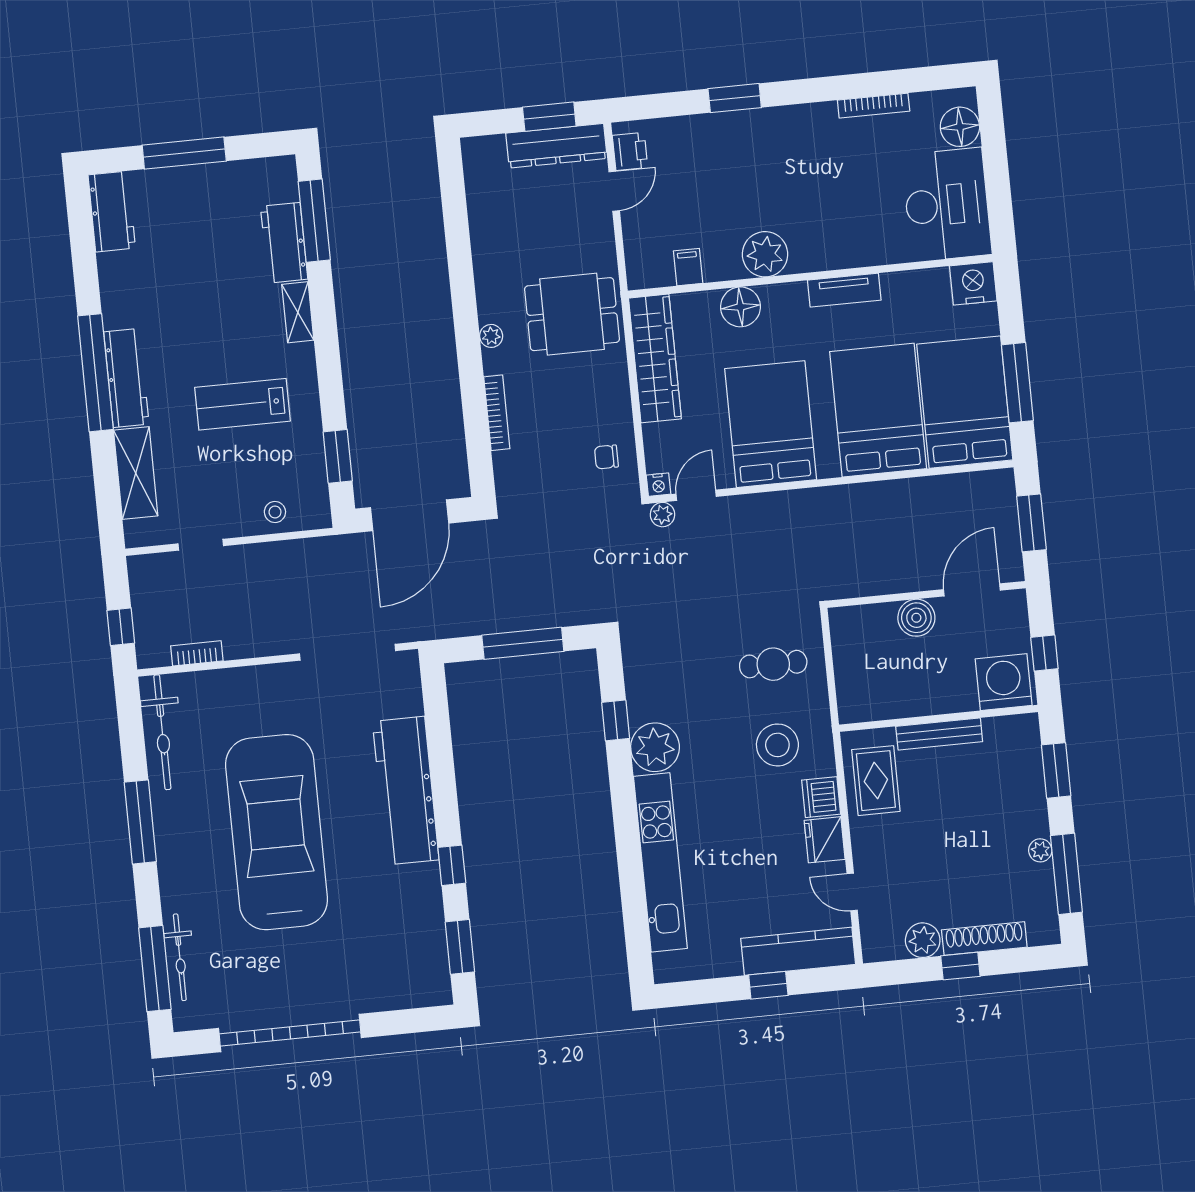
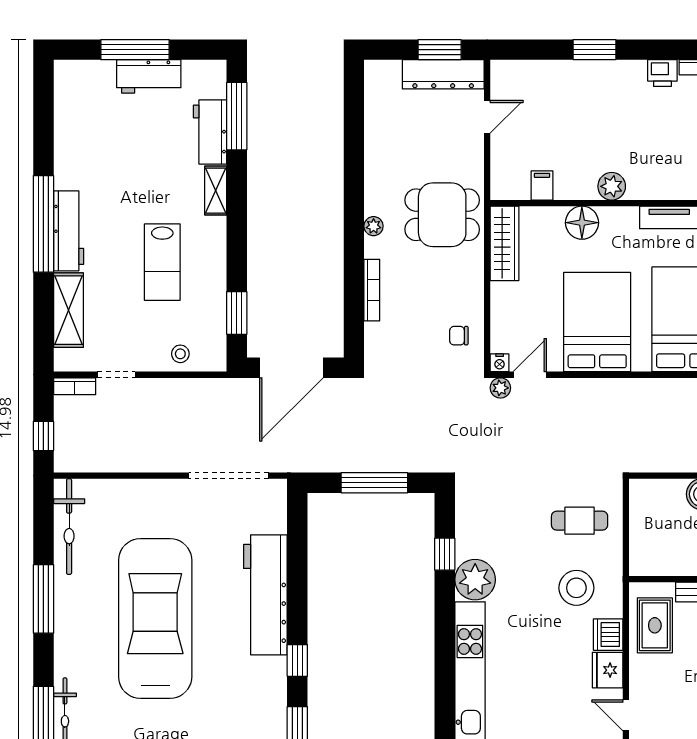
printer: (630, 151) -> (662, 73), moved, turned 90
workbench: (112, 211) -> (149, 76), moved, turned 90
plant: (765, 254) -> (612, 186), width x0.73, depth x0.73
wardrobe: (655, 358) -> (505, 243), width x0.71, depth x0.85
lab bench: (242, 404) -> (162, 262), turned -90
bookcase: (197, 653) -> (75, 386), moved, turned 180

